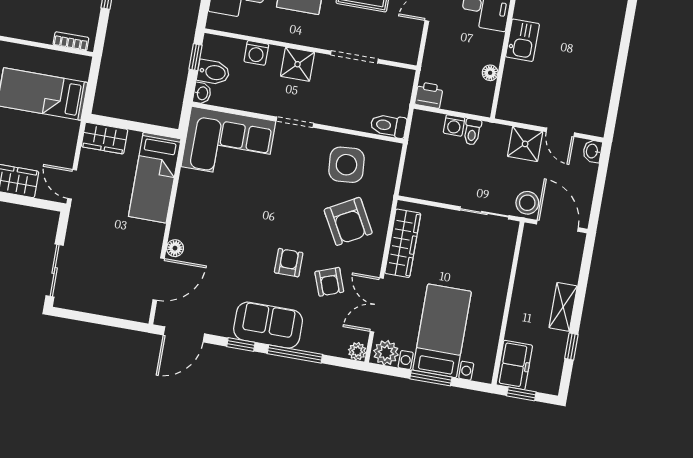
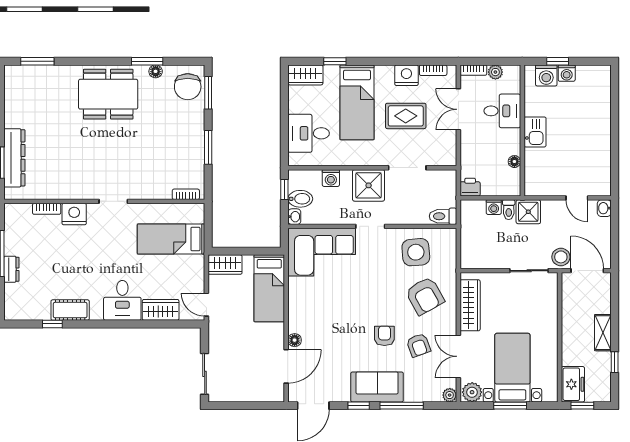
shower: (298, 64) -> (369, 185), width x1.36, depth x1.36
shower: (525, 144) -> (528, 212), moved

